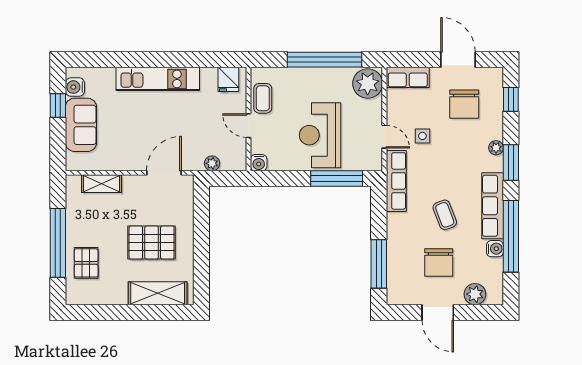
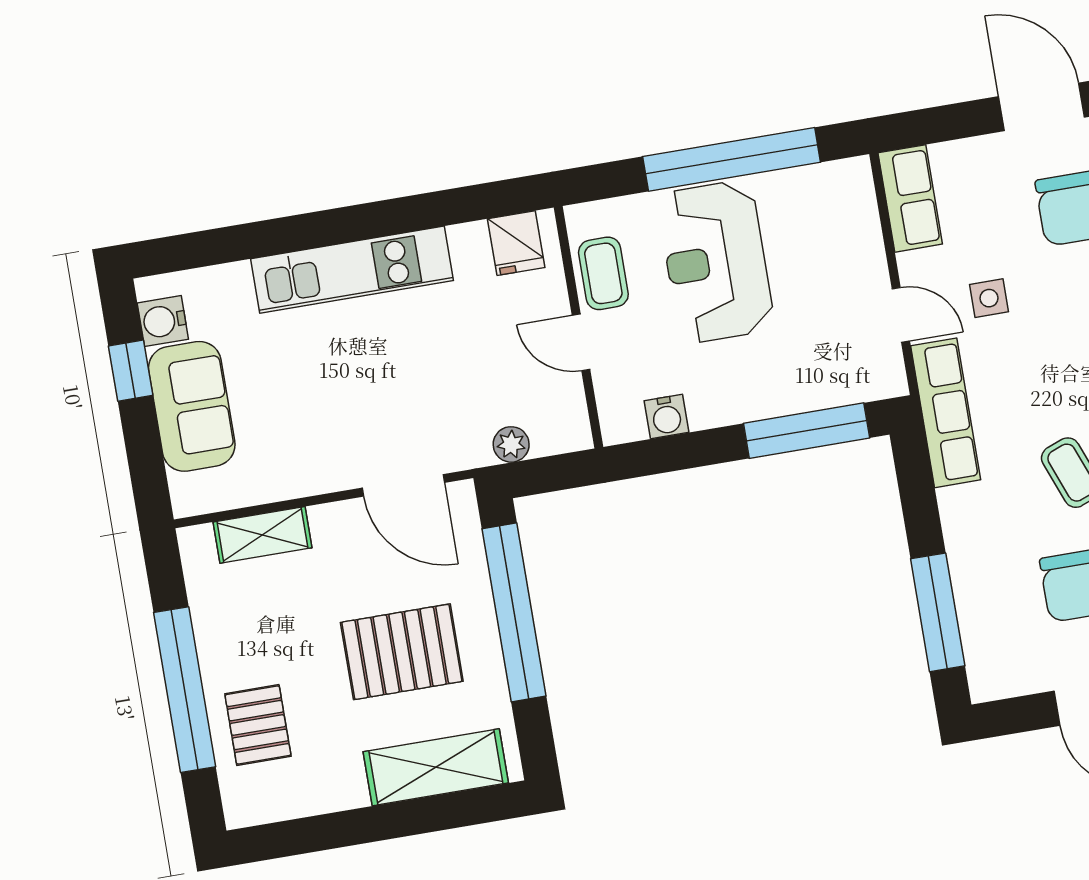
row of seats: (408, 77) -> (910, 198), moved, turned -90
plant: (368, 84) -> (841, 198), removed
reception desk: (320, 135) -> (716, 262), moved
water cooler: (259, 163) -> (667, 417), moved
door: (164, 173) -> (403, 485), swing flipped
window: (201, 234) -> (514, 612), added

